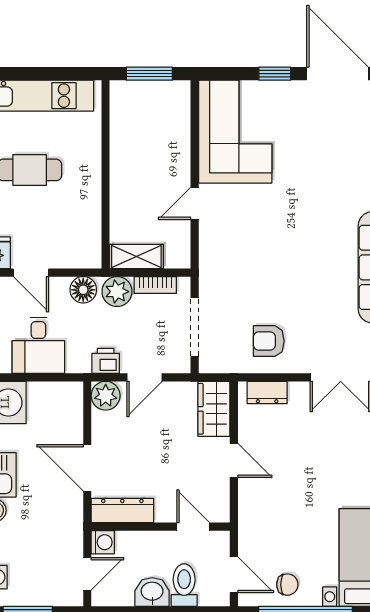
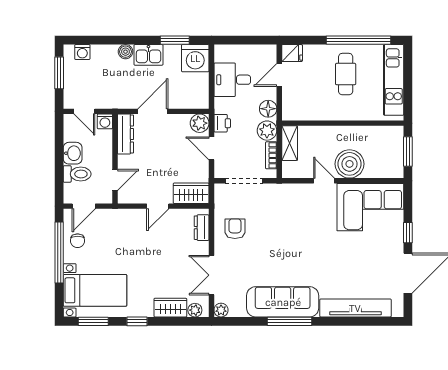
boiler: (169, 164) -> (350, 164), added

